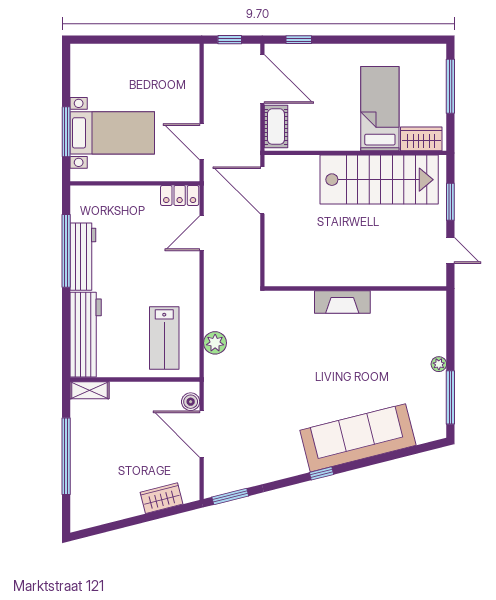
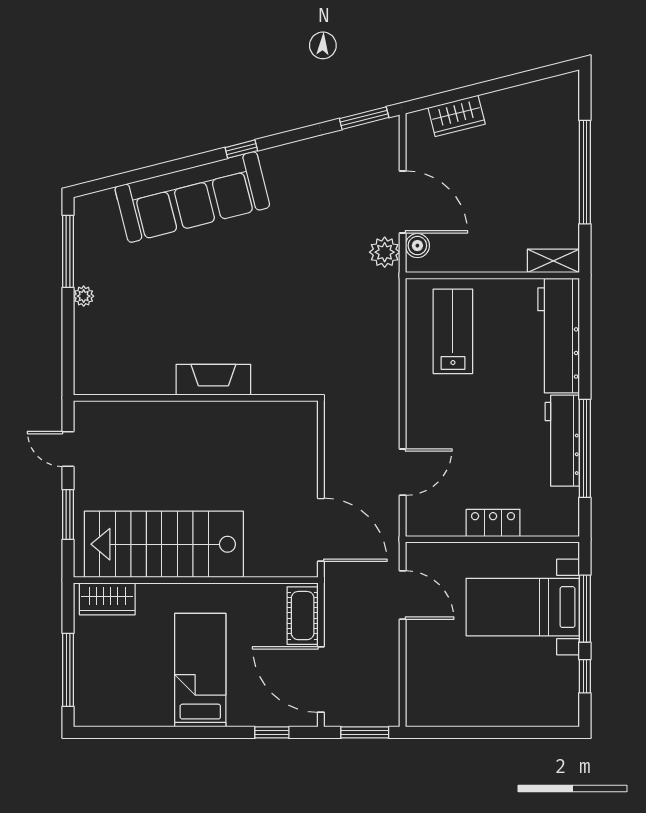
window: (230, 40) -> (365, 732), width x1.50
window: (66, 81) -> (585, 676), added
bed: (380, 109) -> (200, 670), moved, turned 180
locker: (180, 195) -> (493, 523), moved
plant: (215, 343) -> (385, 252), moved

